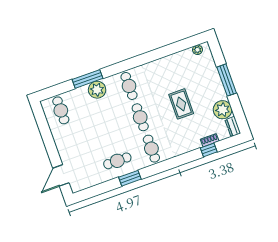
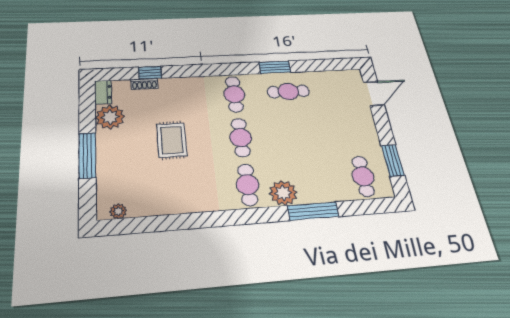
plant: (97, 90) -> (283, 193), moved
window: (44, 127) -> (393, 160), added

